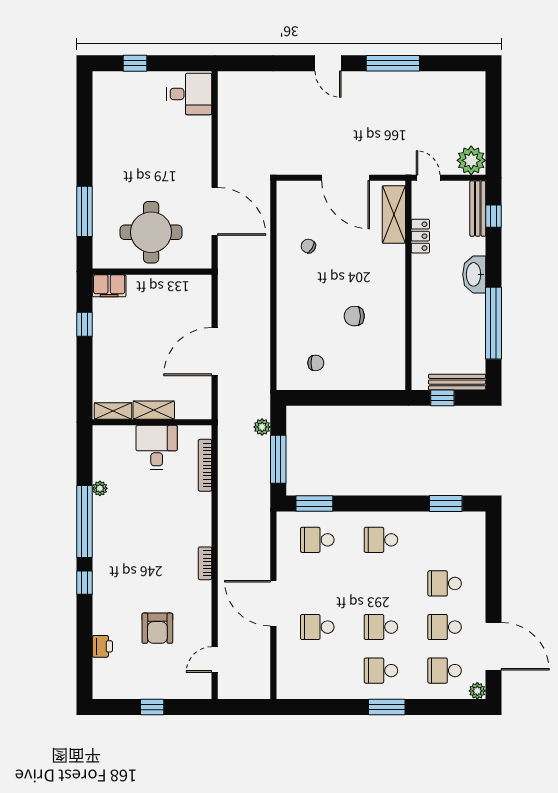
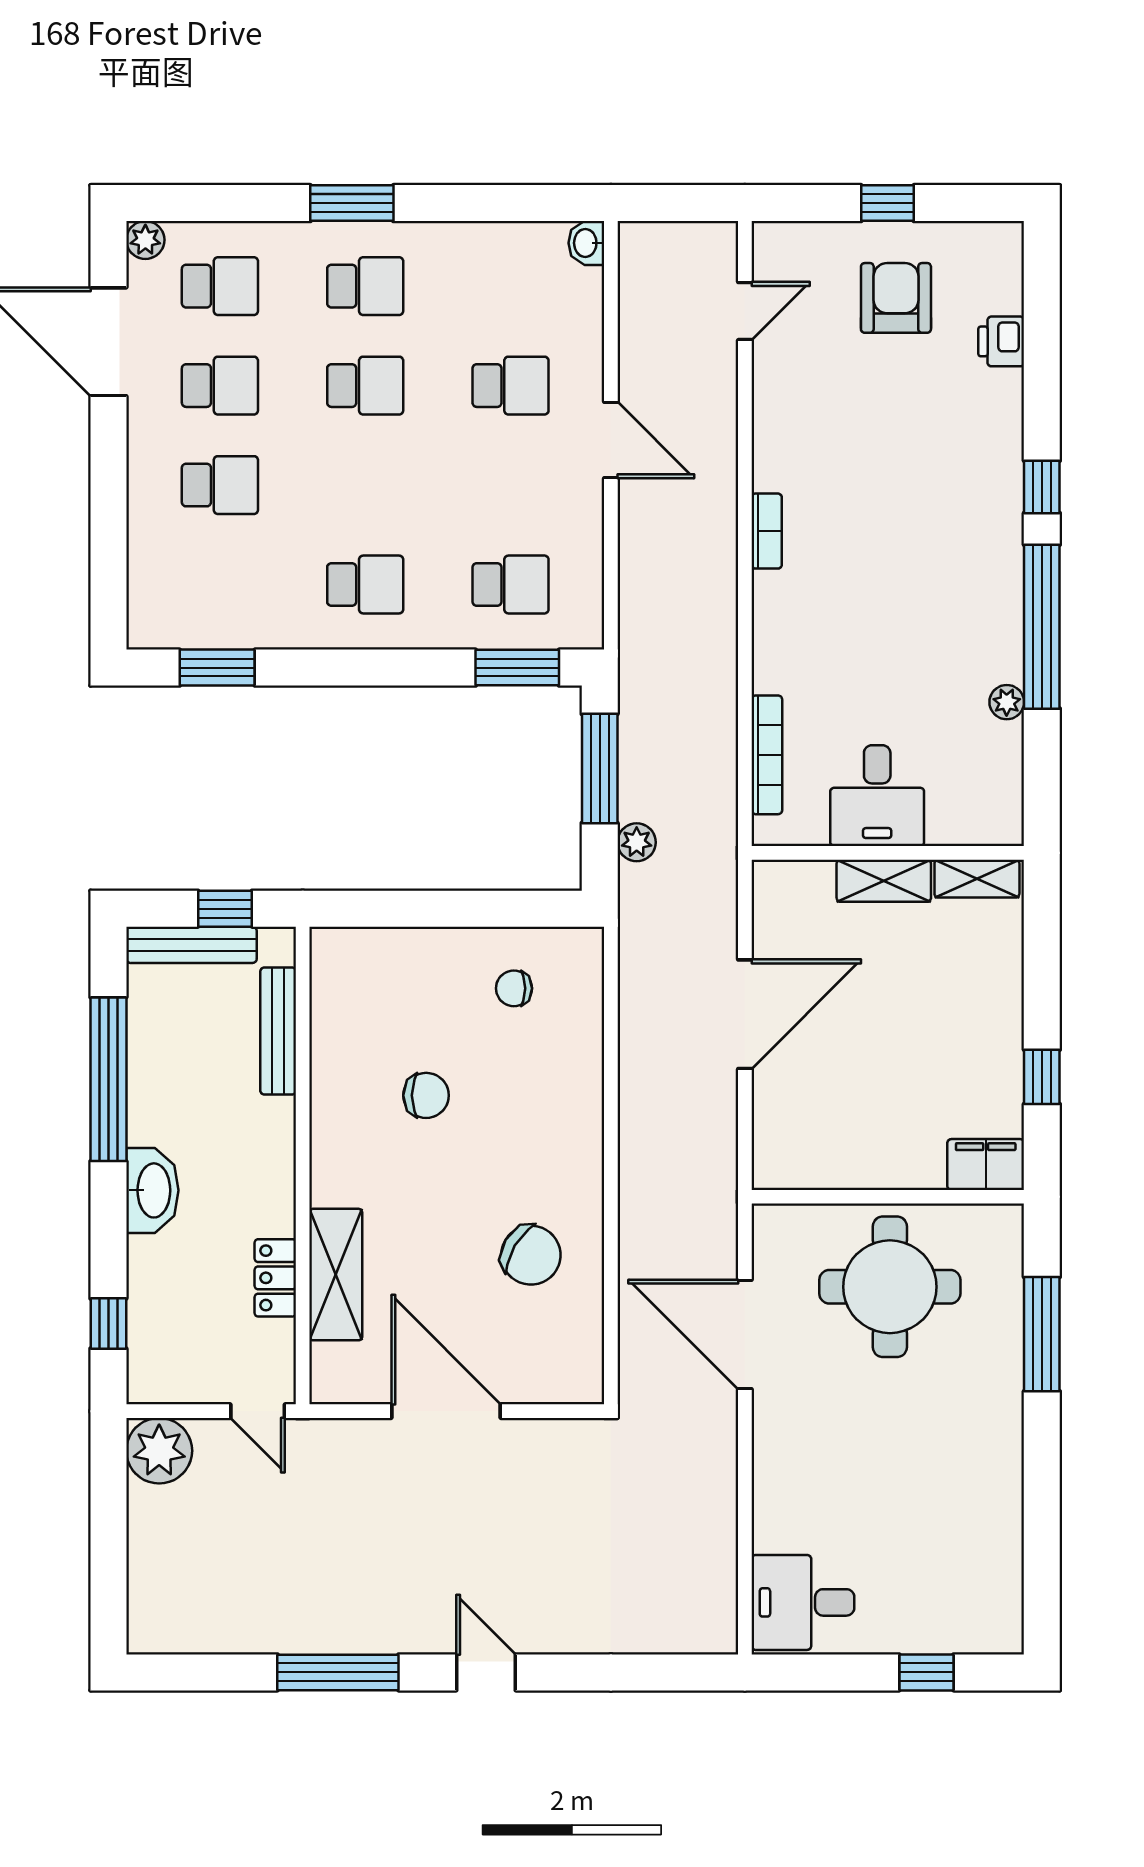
bench: (478, 209) -> (278, 1031), moved
shelving: (394, 214) -> (336, 1275), moved
chair: (308, 246) -> (531, 1255), width x1.87, depth x1.87
door: (273, 603) -> (611, 440), width x0.73
armchair: (157, 628) -> (896, 298), moved
washbasin: (284, 689) -> (586, 243), added

